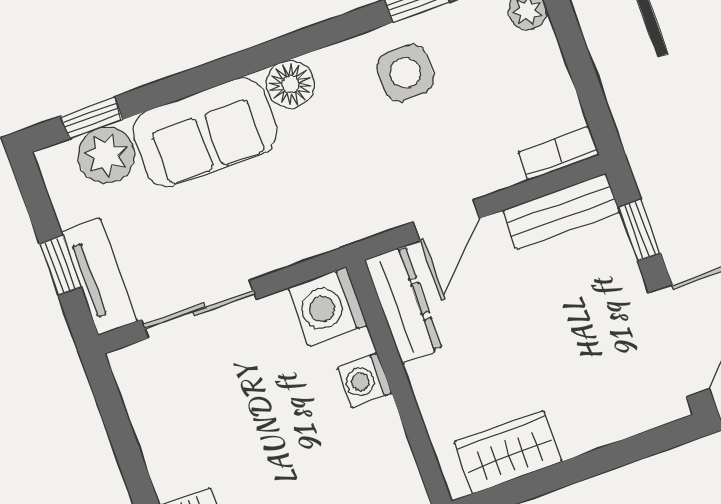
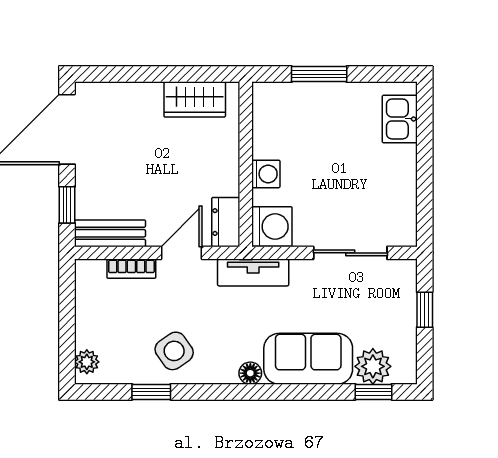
side table: (405, 73) -> (174, 351), turned -35
floor lamp: (290, 84) -> (250, 373), width x0.73, depth x0.73
bookcase: (559, 154) -> (131, 269), moved
tv unit: (99, 277) -> (253, 273), moved, turned -90
dresser: (403, 305) -> (226, 222), width x0.70

